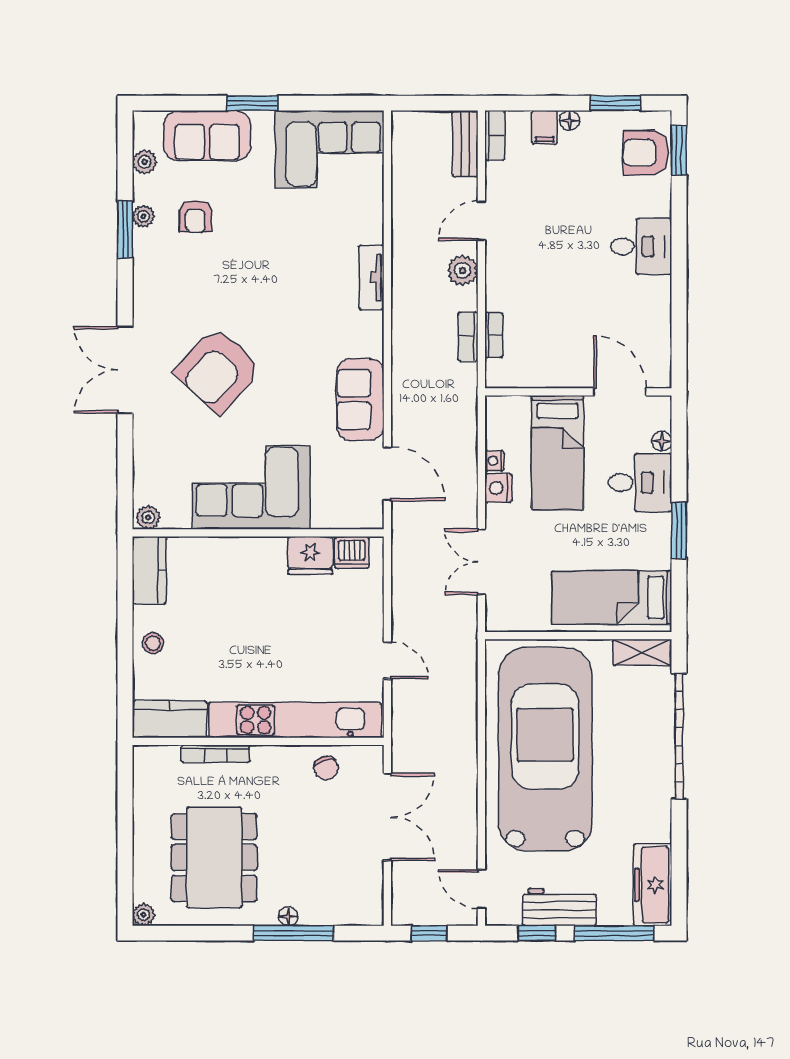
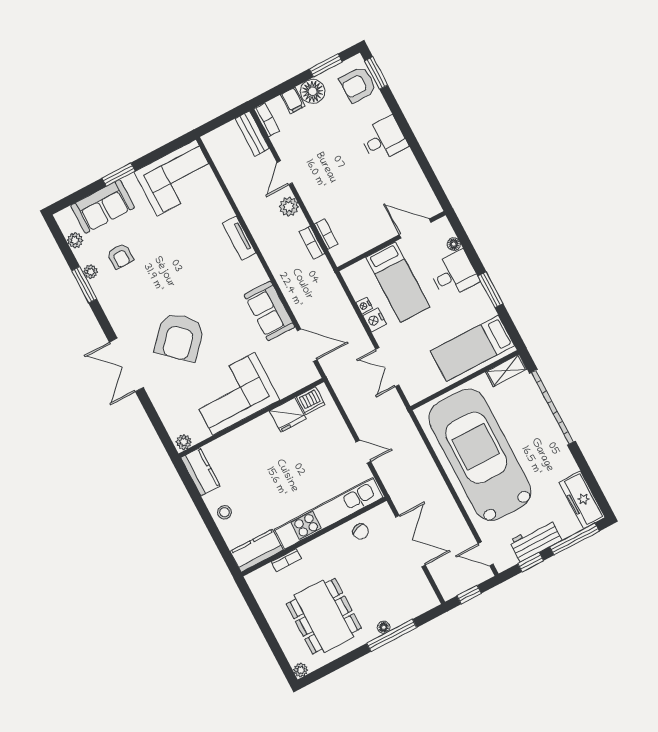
floor lamp: (570, 120) -> (313, 91), width x1.89, depth x1.89
bookcase: (216, 754) -> (286, 560), width x0.64

